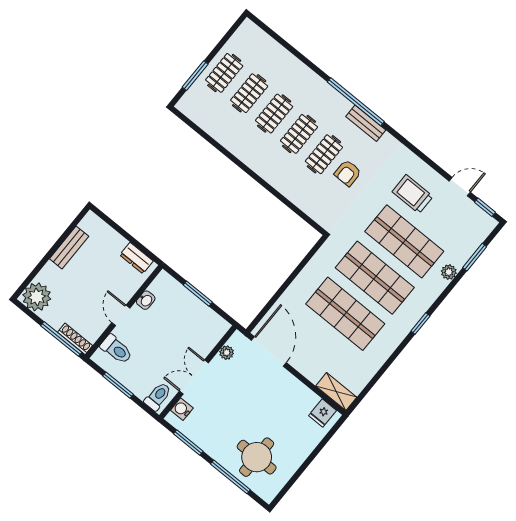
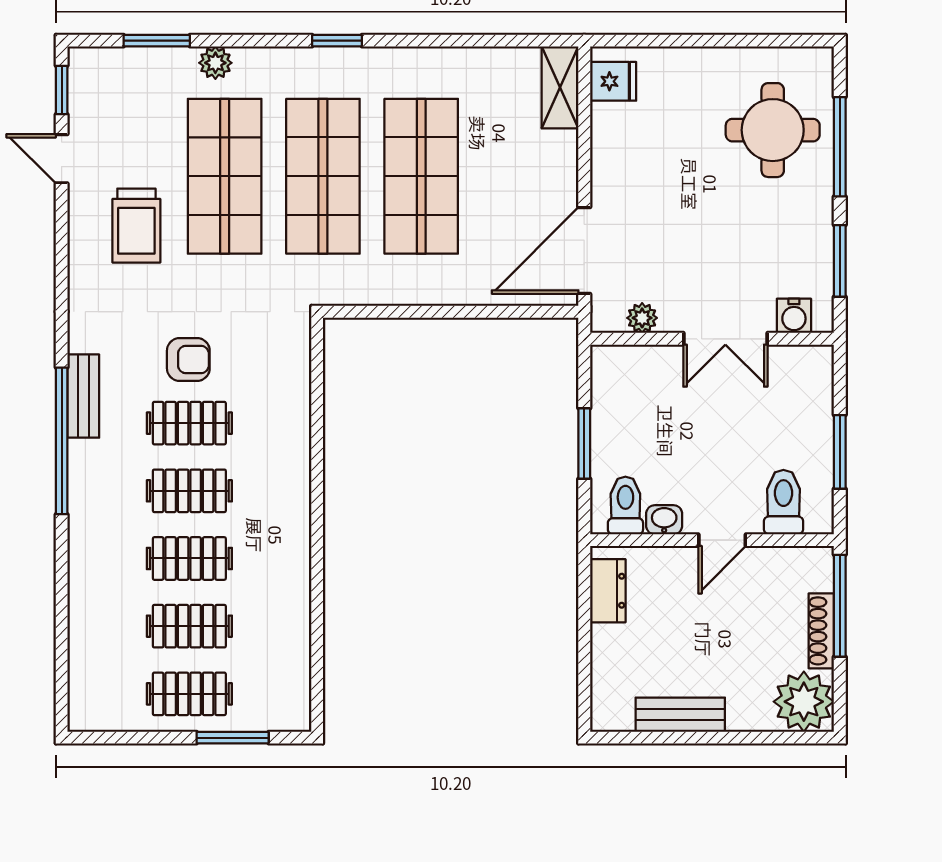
shoe rack: (75, 339) -> (821, 631), moved
toilet: (158, 396) -> (625, 505), moved, turned 90

